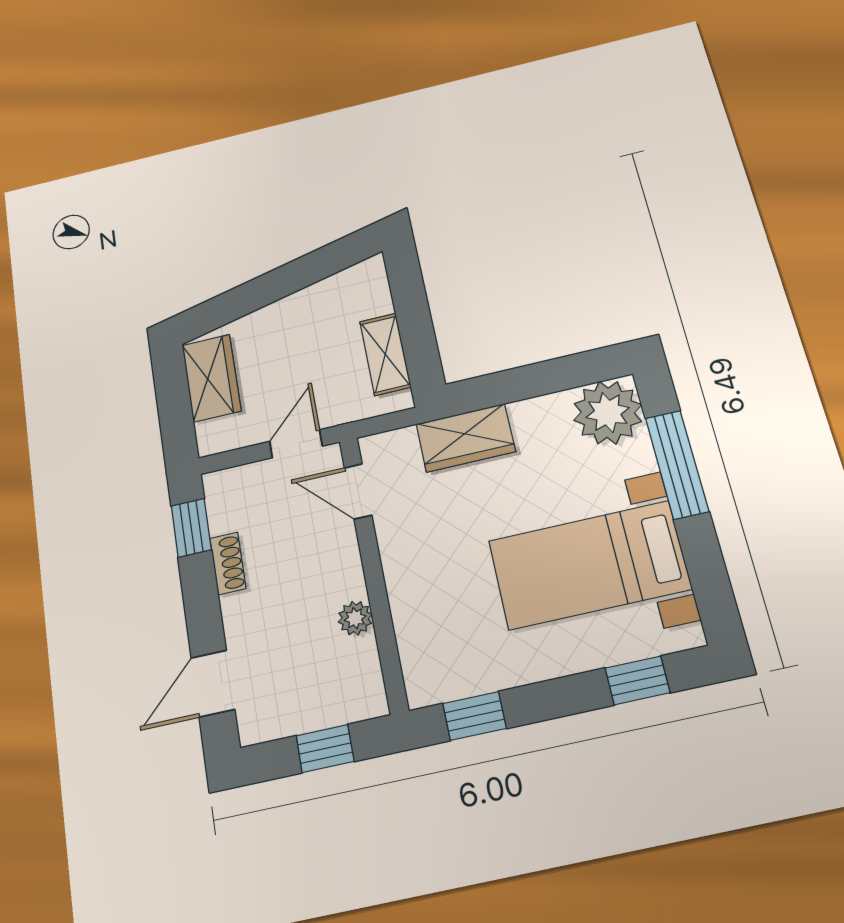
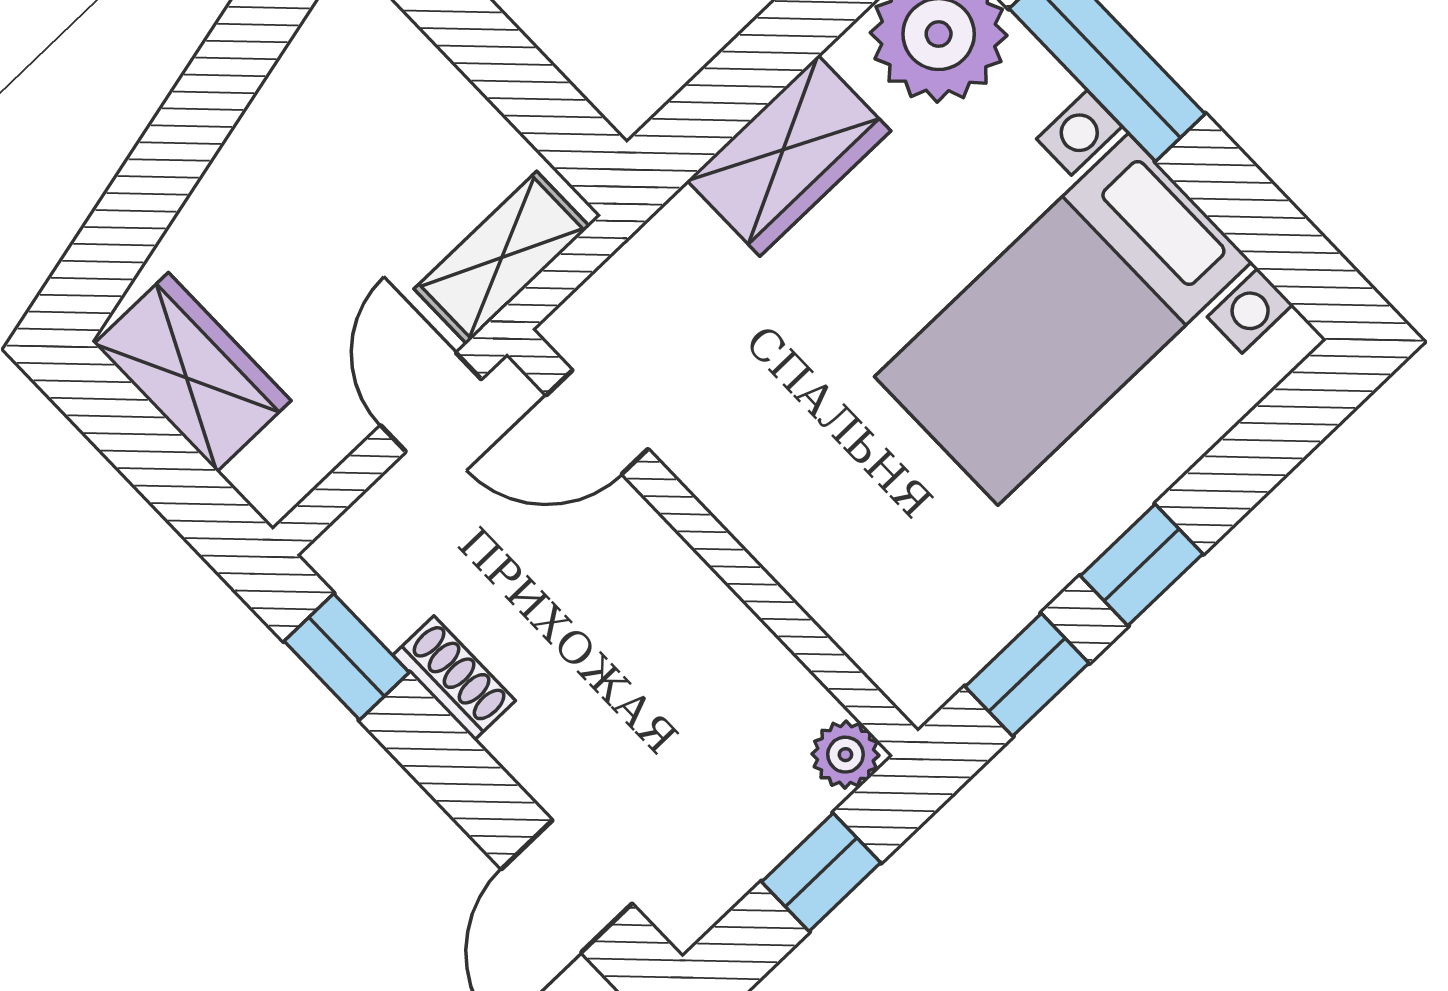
shelving: (385, 354) -> (502, 258), moved, turned 90
wardrobe: (466, 438) -> (789, 156), moved
plant: (355, 618) -> (845, 755), moved
window: (637, 680) -> (1142, 565), moved

